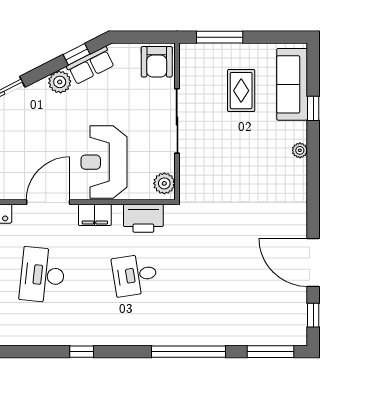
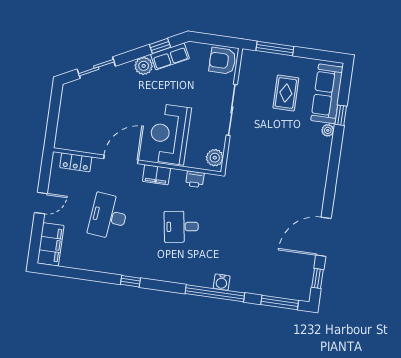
armchair: (157, 62) -> (222, 61), turned 90
plant: (300, 150) -> (328, 130), moved
printer: (143, 218) -> (195, 179), width x0.53, depth x0.68
door: (313, 262) -> (323, 237), hinge flipped
water cooler: (195, 337) -> (222, 282), added

